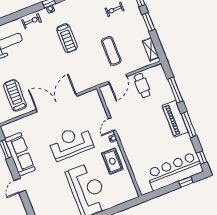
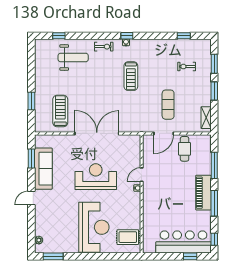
rug: (112, 161) -> (128, 237), moved, turned 90

